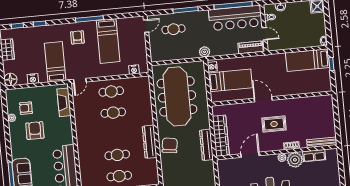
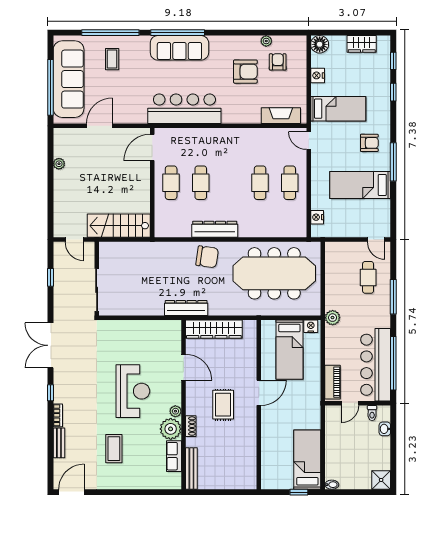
dresser: (206, 145) -> (186, 308), moved

